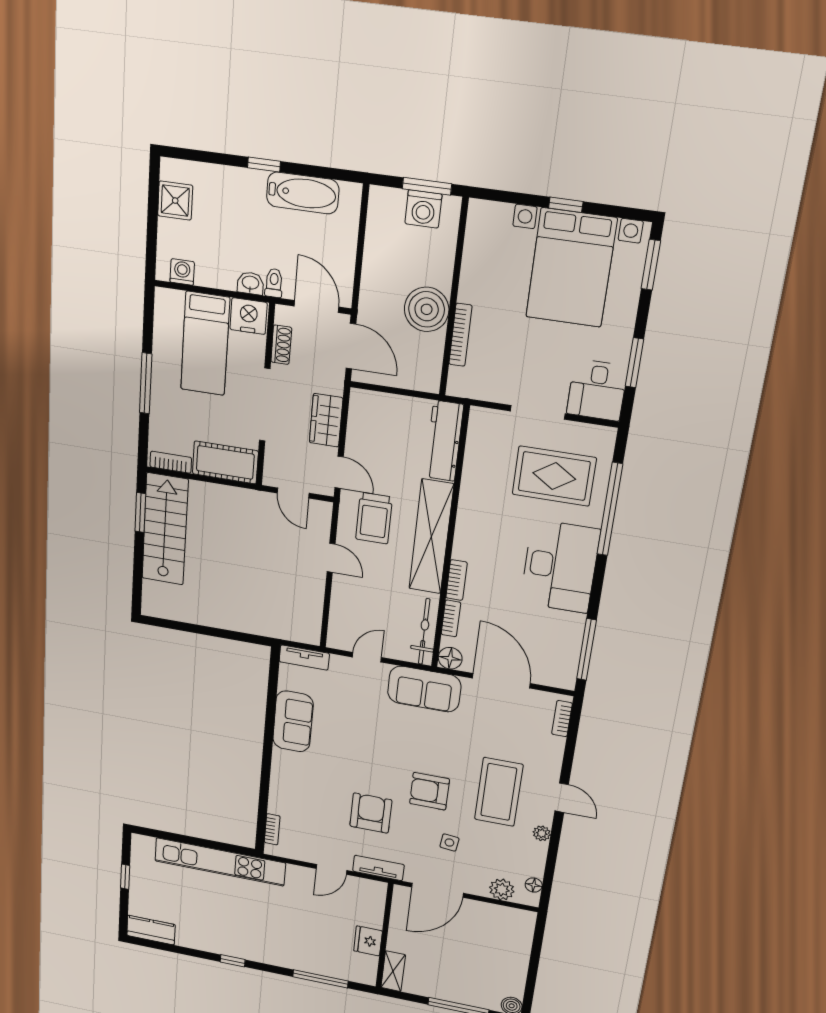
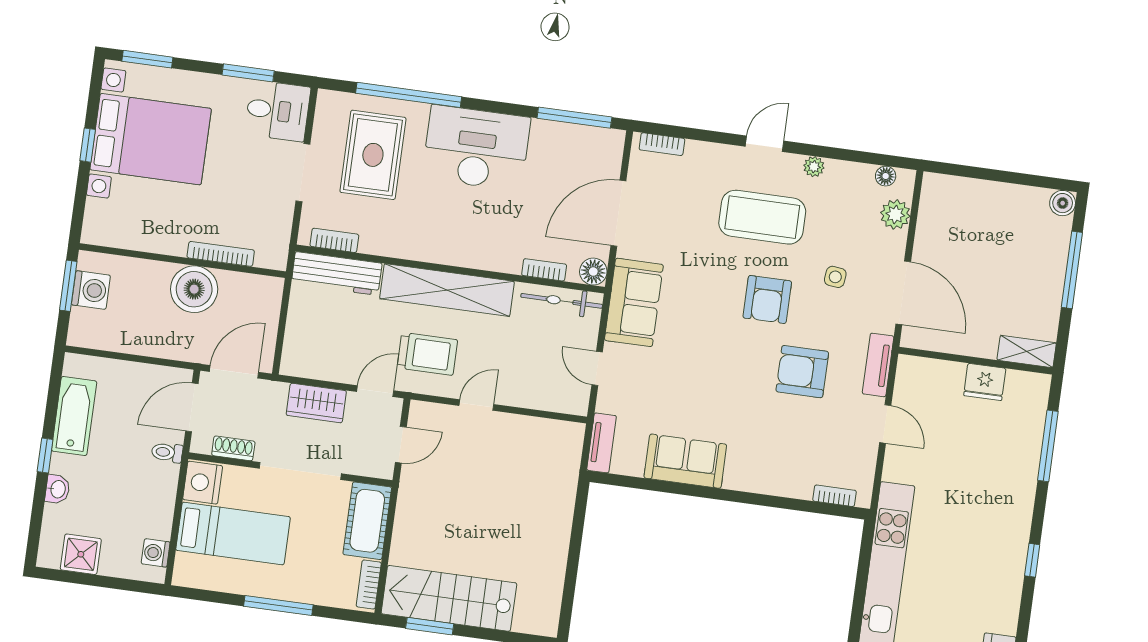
washbasin: (250, 283) -> (57, 489), moved, turned 180
bookcase: (457, 580) -> (334, 240), moved

